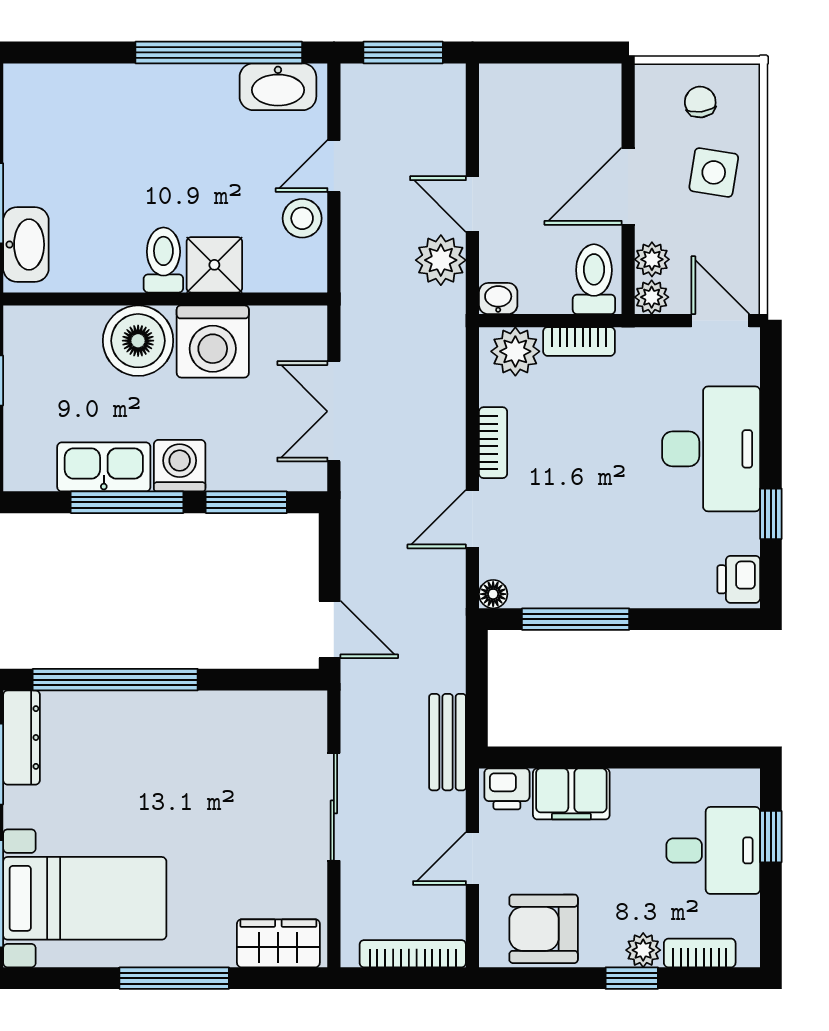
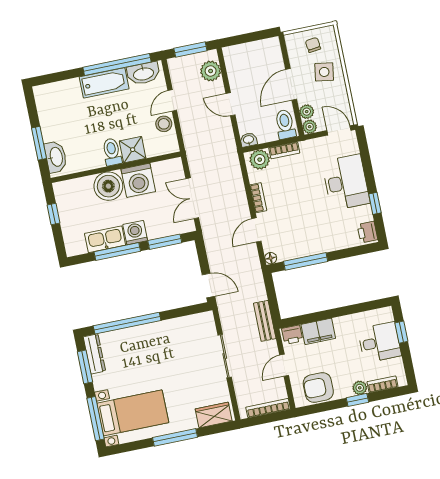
bathtub: (179, 90) -> (104, 83), added
plant: (441, 260) -> (211, 71), moved

